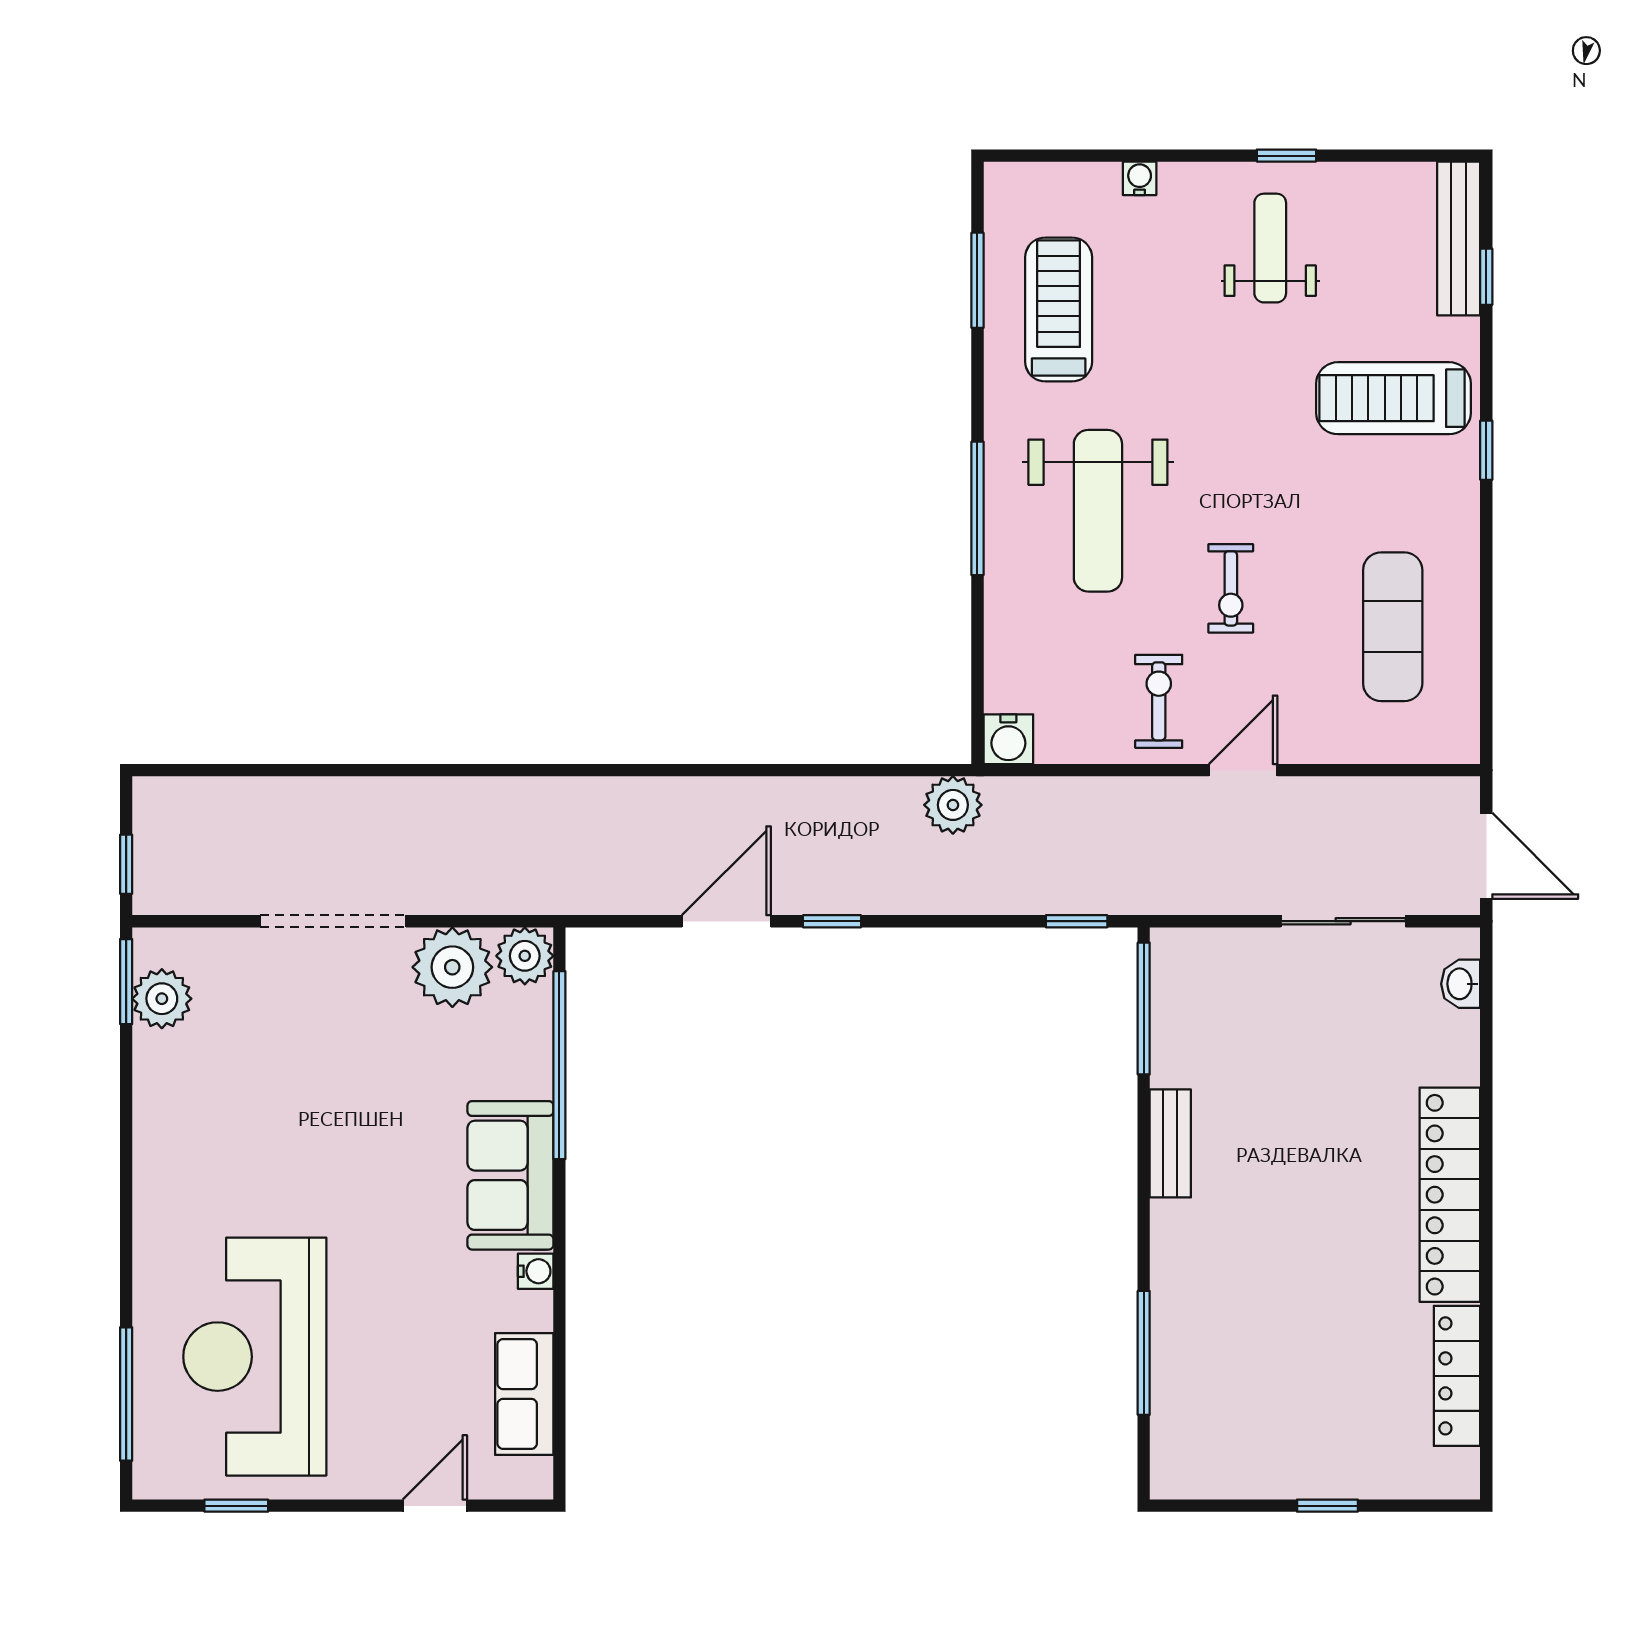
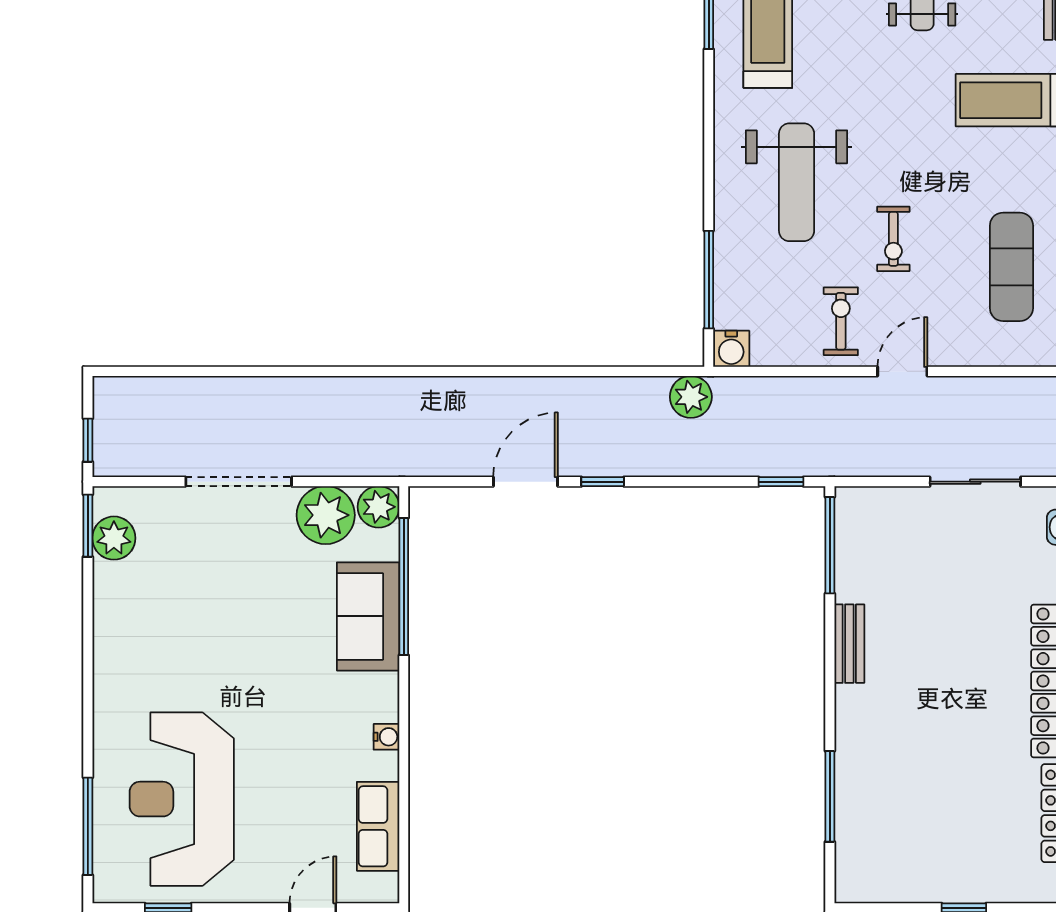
window: (977, 508) -> (709, 280), moved
sofa: (510, 1175) -> (368, 616), moved

